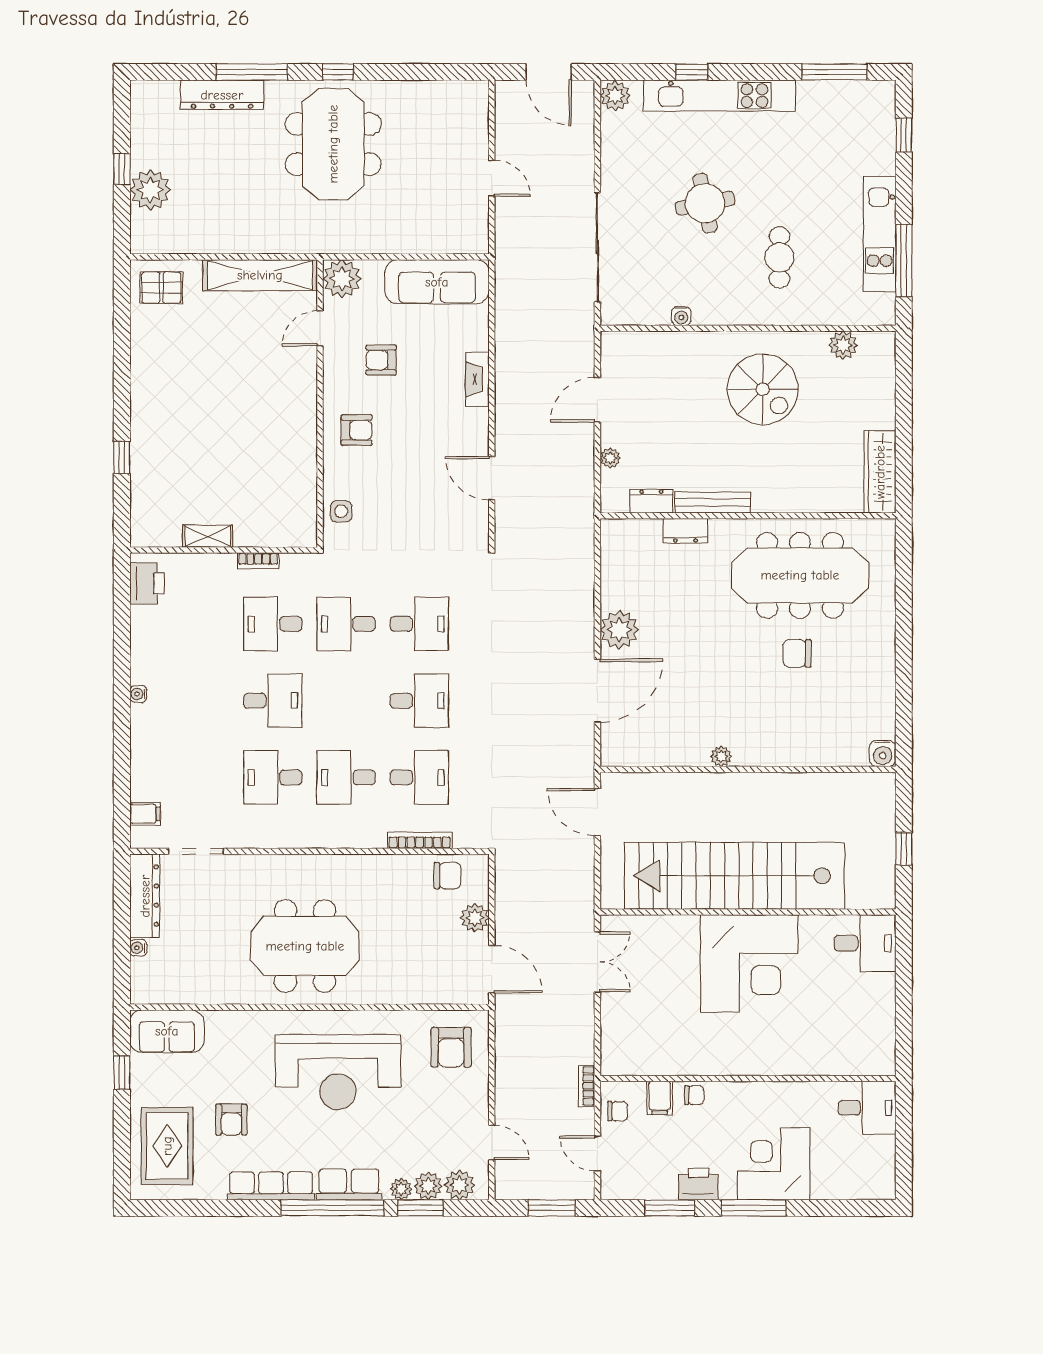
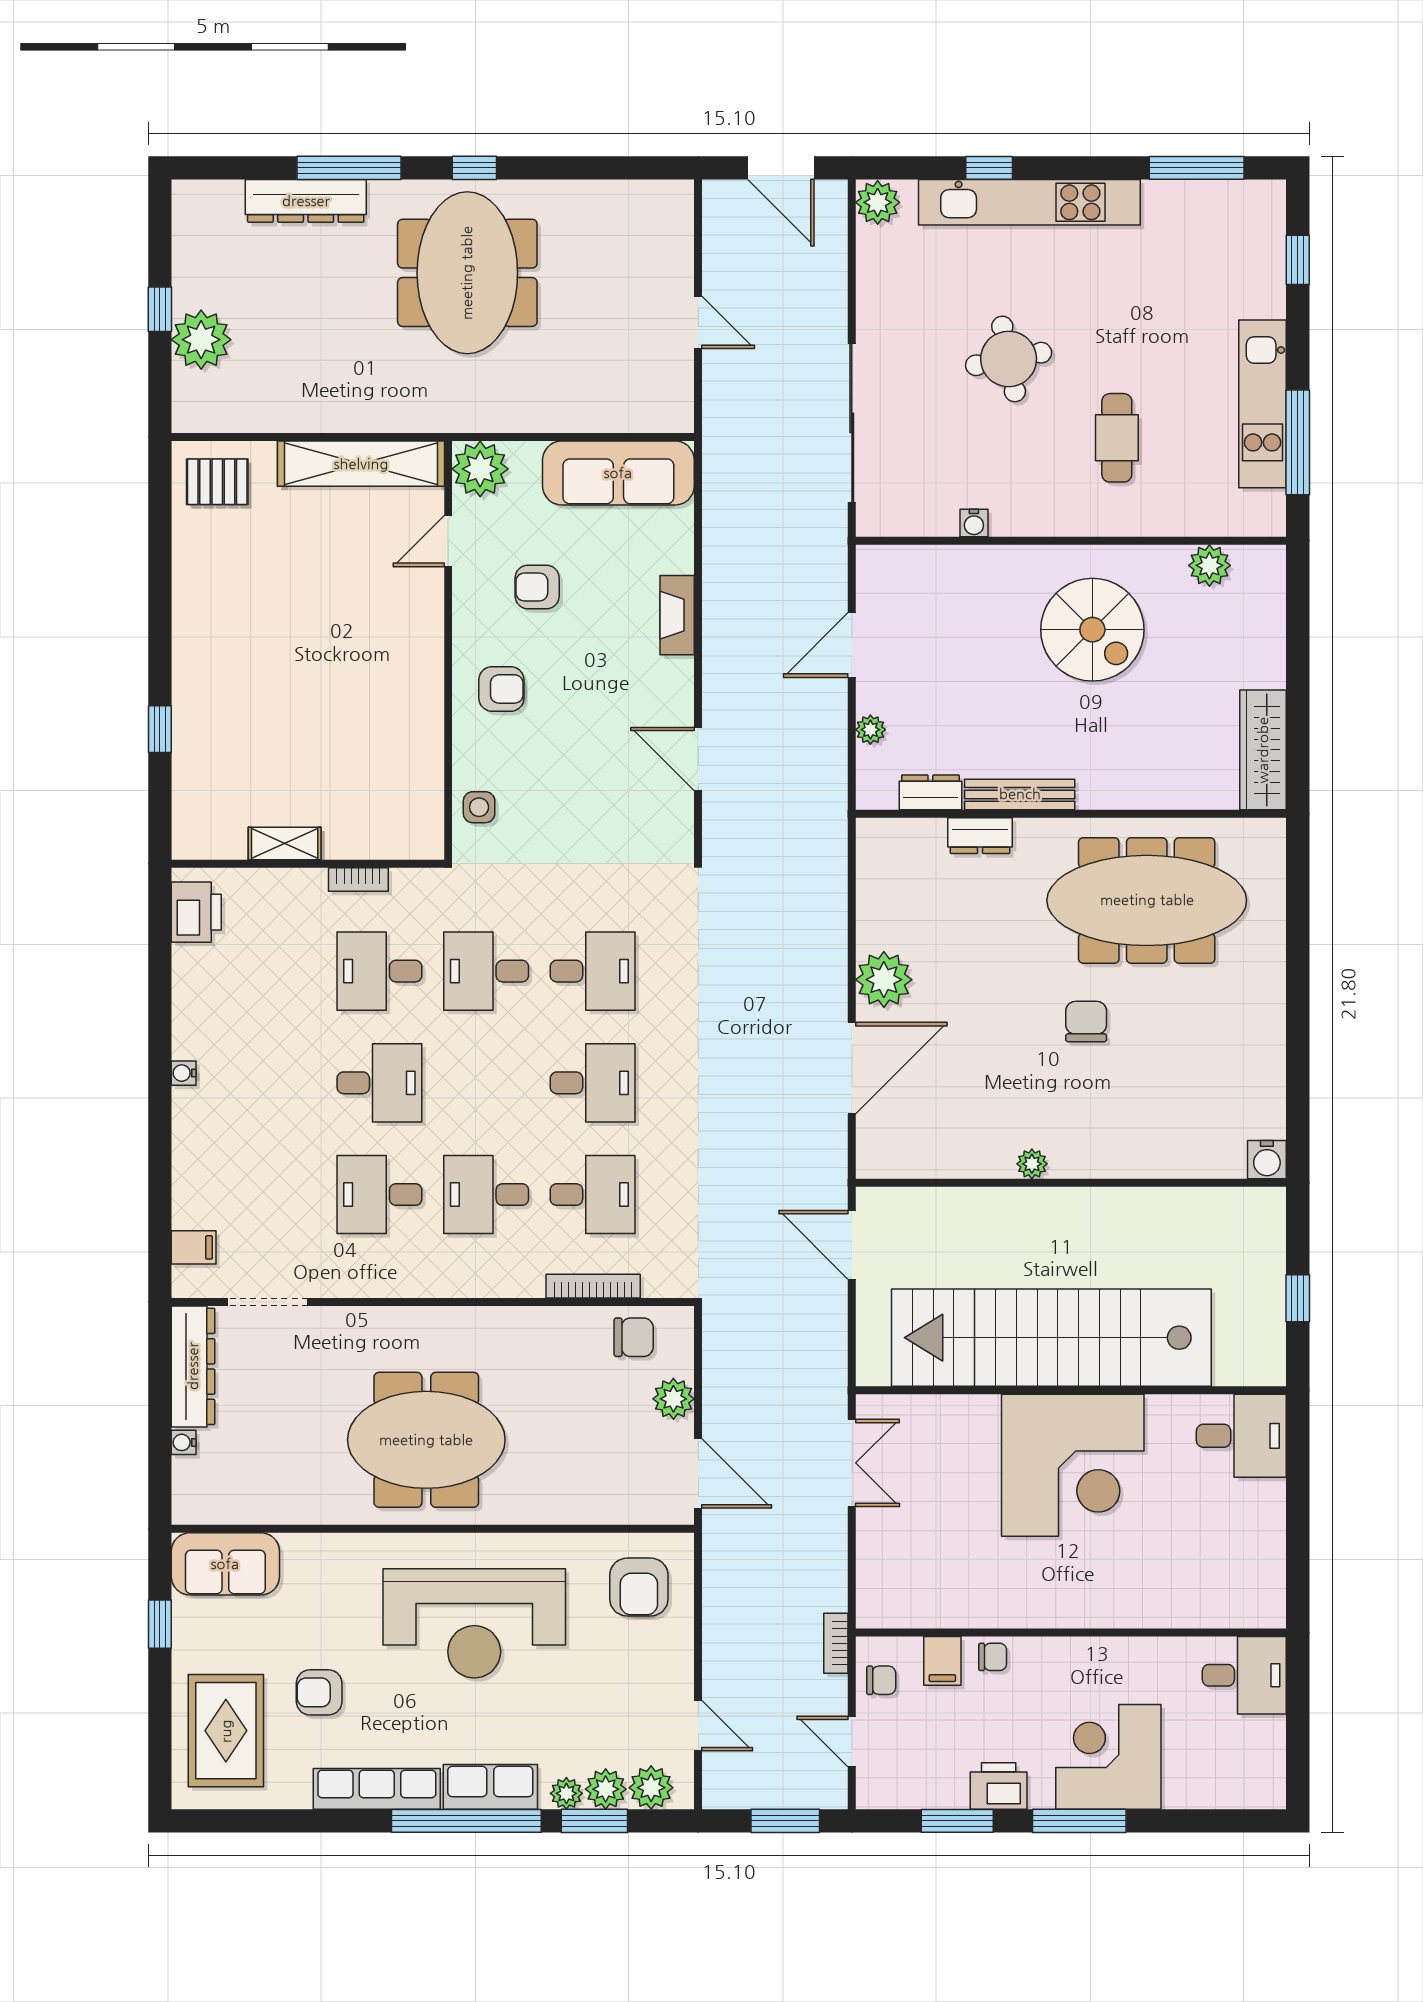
chair: (797, 653) -> (1086, 1022), moved, turned 90
armchair: (231, 1120) -> (319, 1692), turned 90

